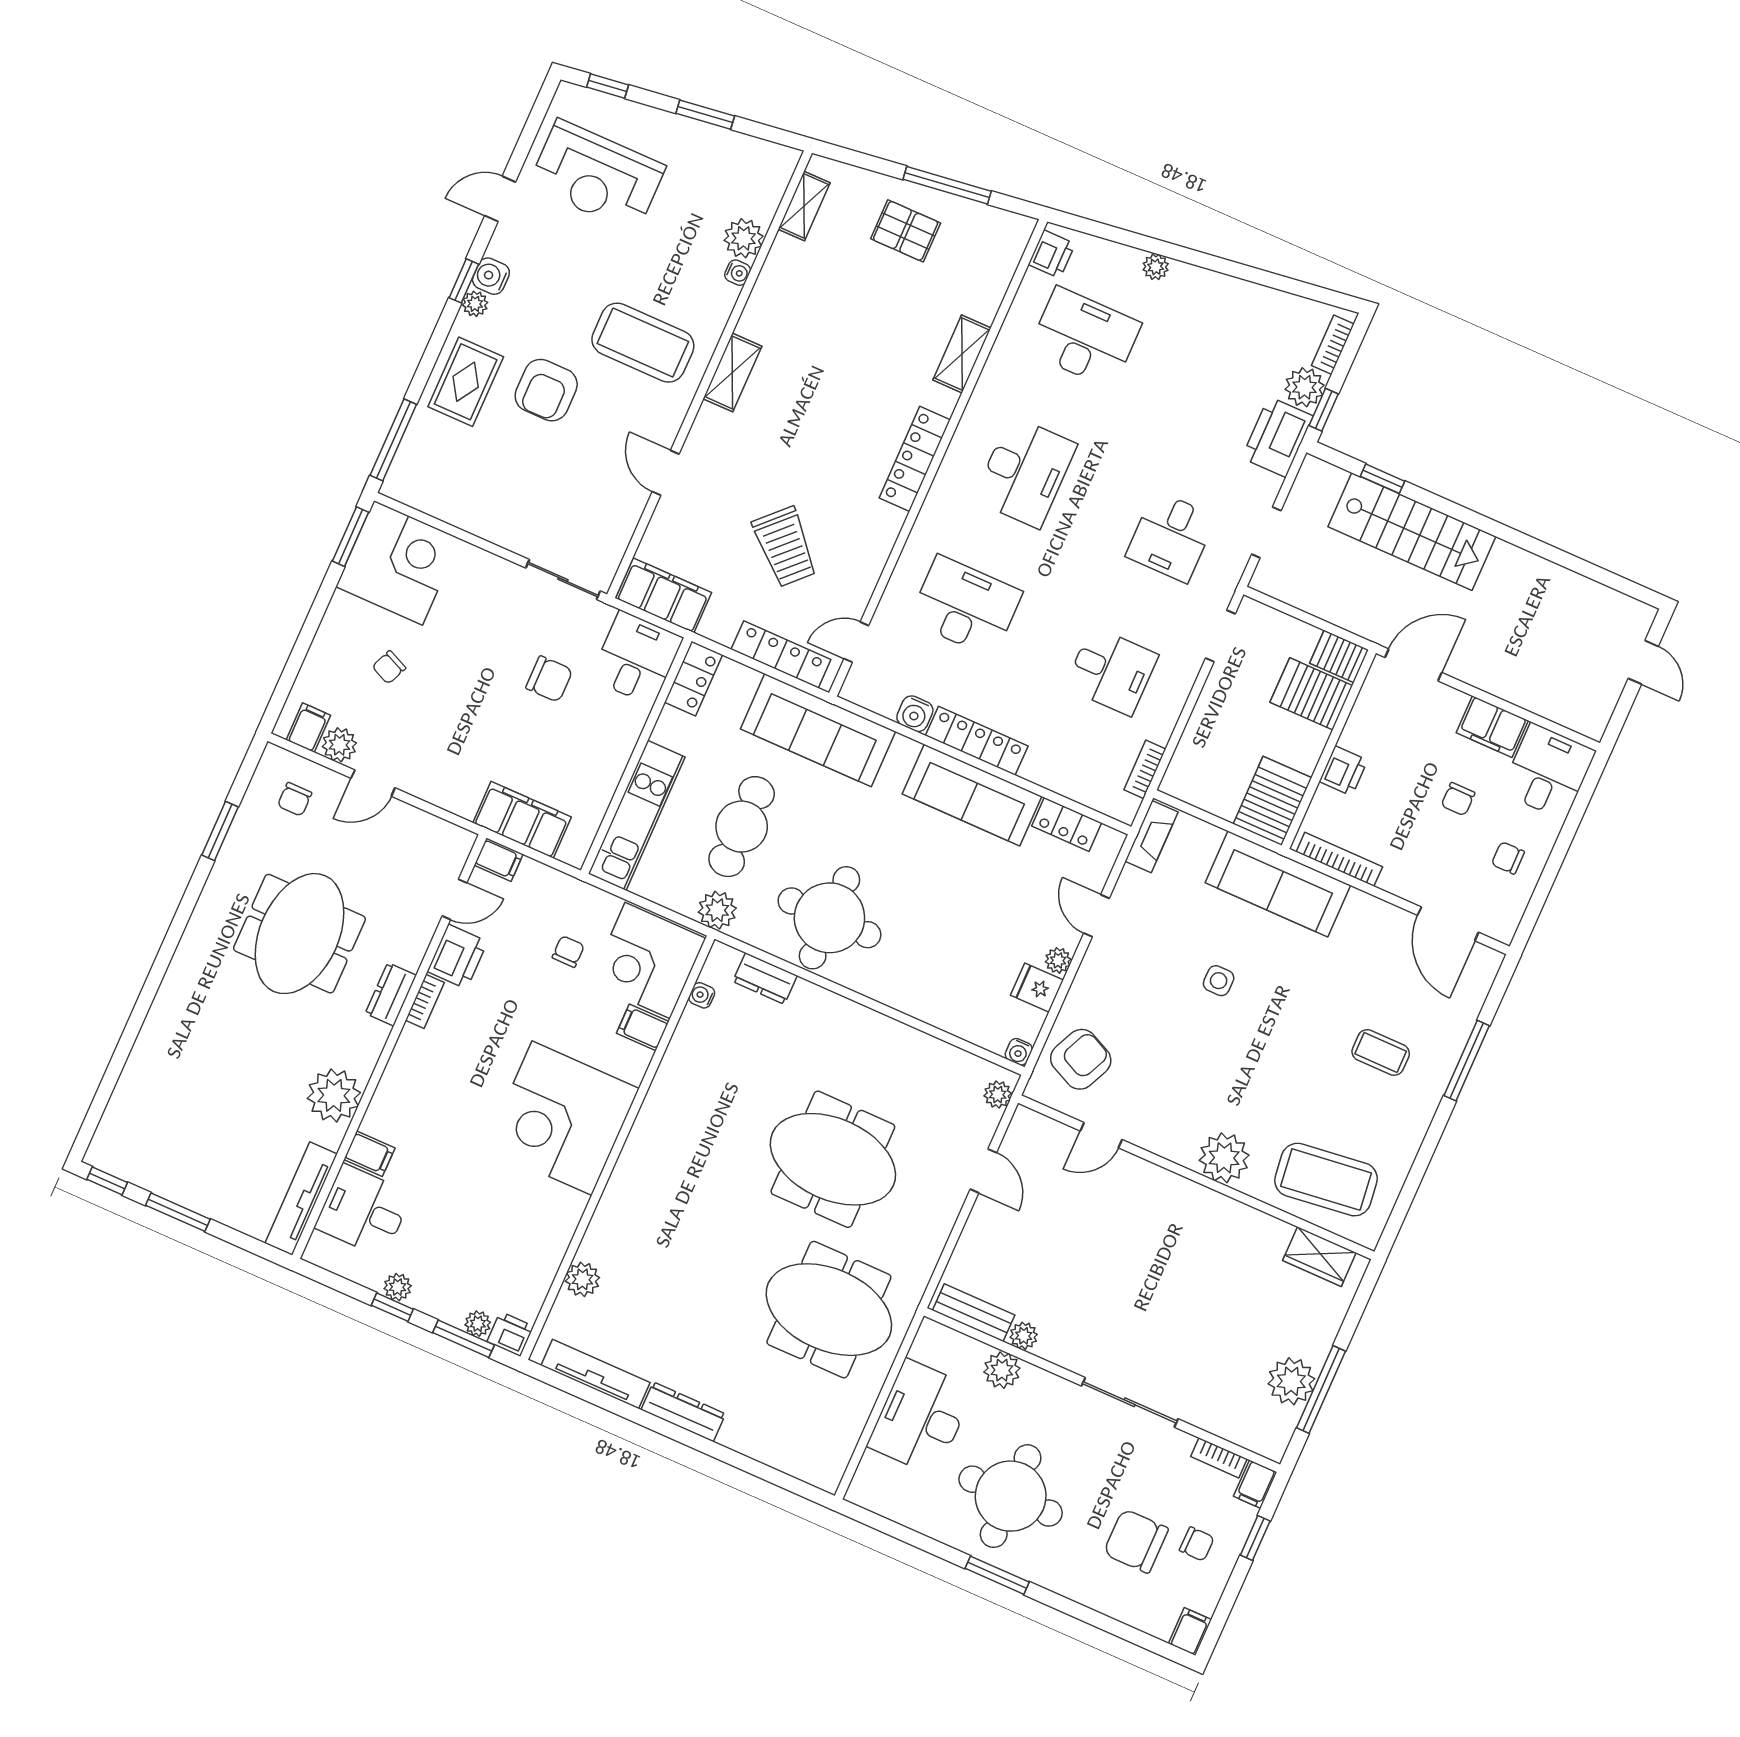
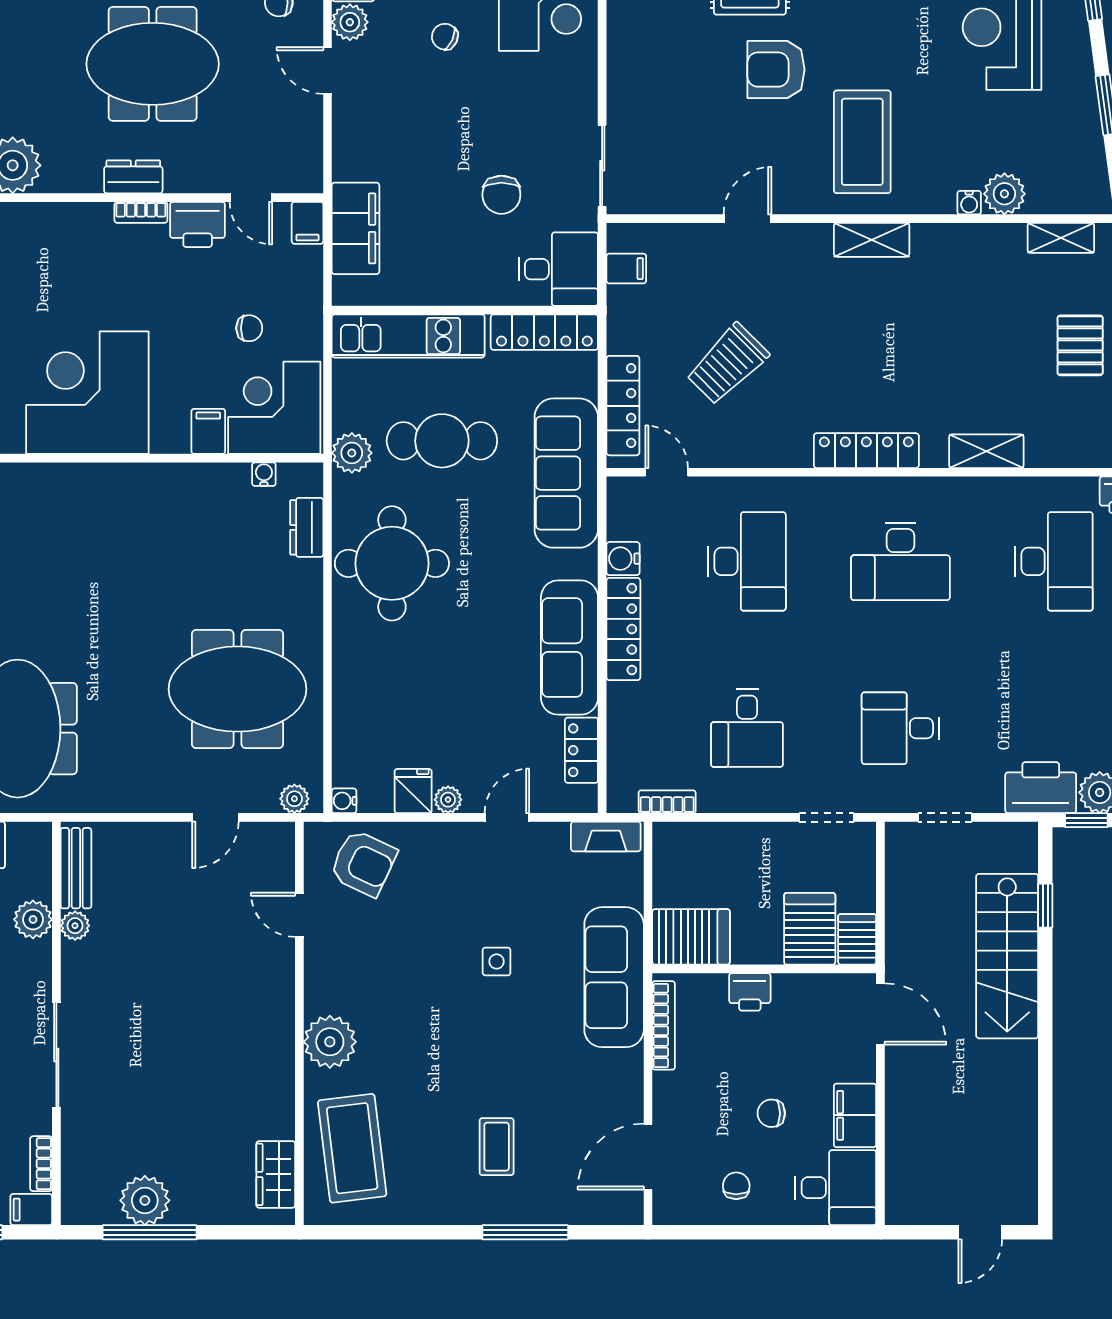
filing cabinet: (664, 595) -> (626, 269), width x0.33, depth x0.86
locker: (693, 679) -> (544, 332), width x1.53
meeting table: (833, 1159) -> (237, 689), moved, turned 90

